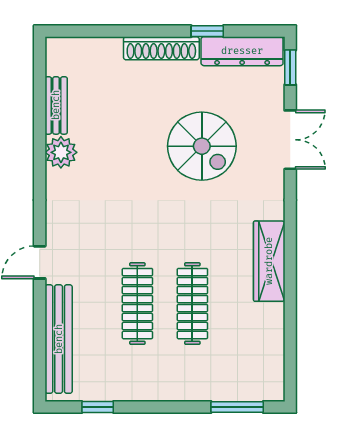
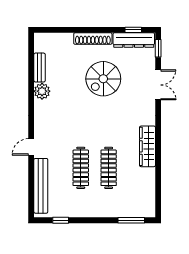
window: (207, 31) -> (133, 30), moved
spiral stairs: (202, 146) -> (103, 79), moved, turned 90

